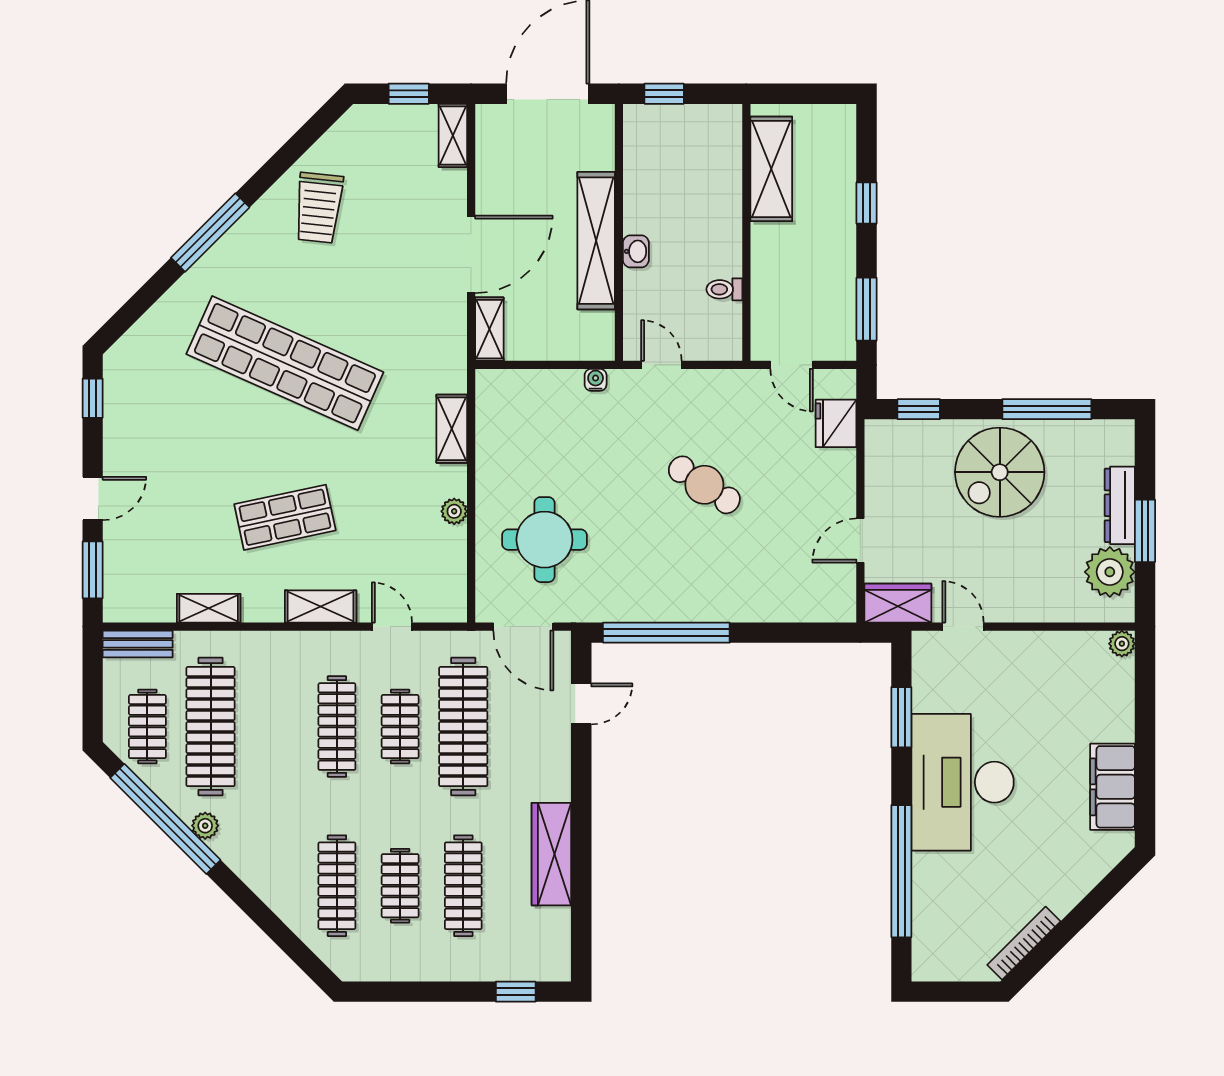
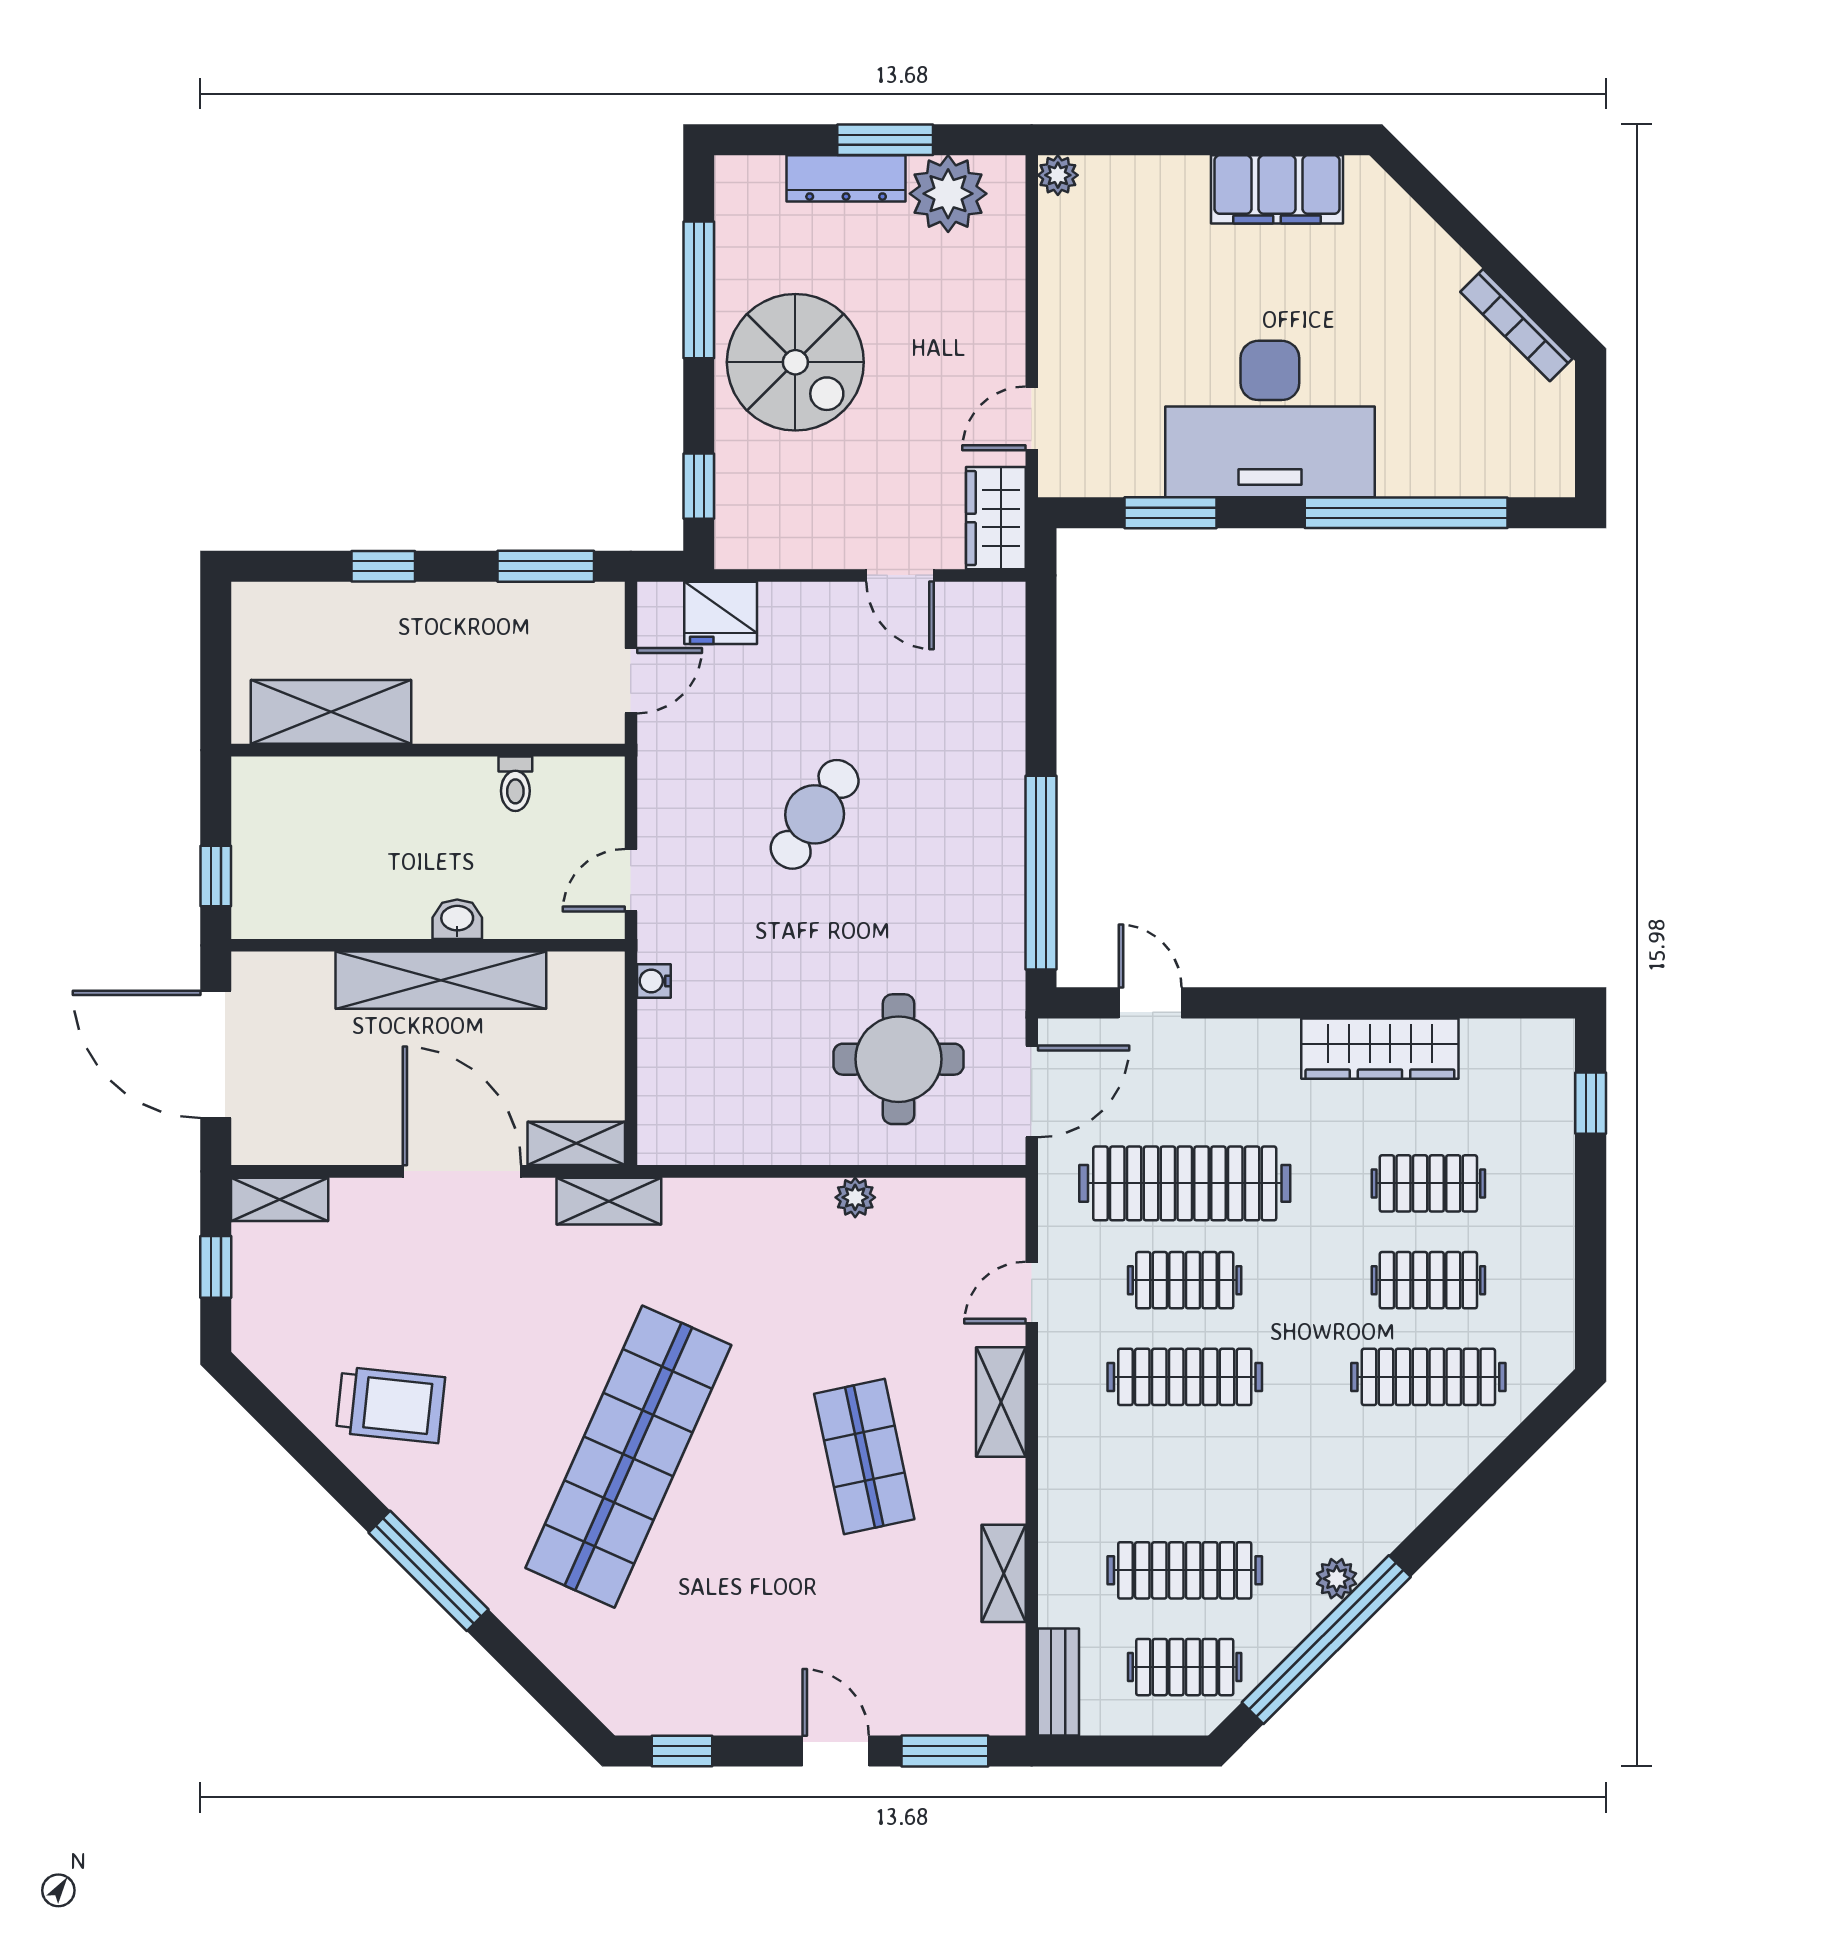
shelving: (452, 429) -> (609, 1201), moved
clothes rail: (211, 727) -> (1185, 1570), width x0.73, depth x0.76
clothes rail: (463, 886) -> (1428, 1183), width x0.73

